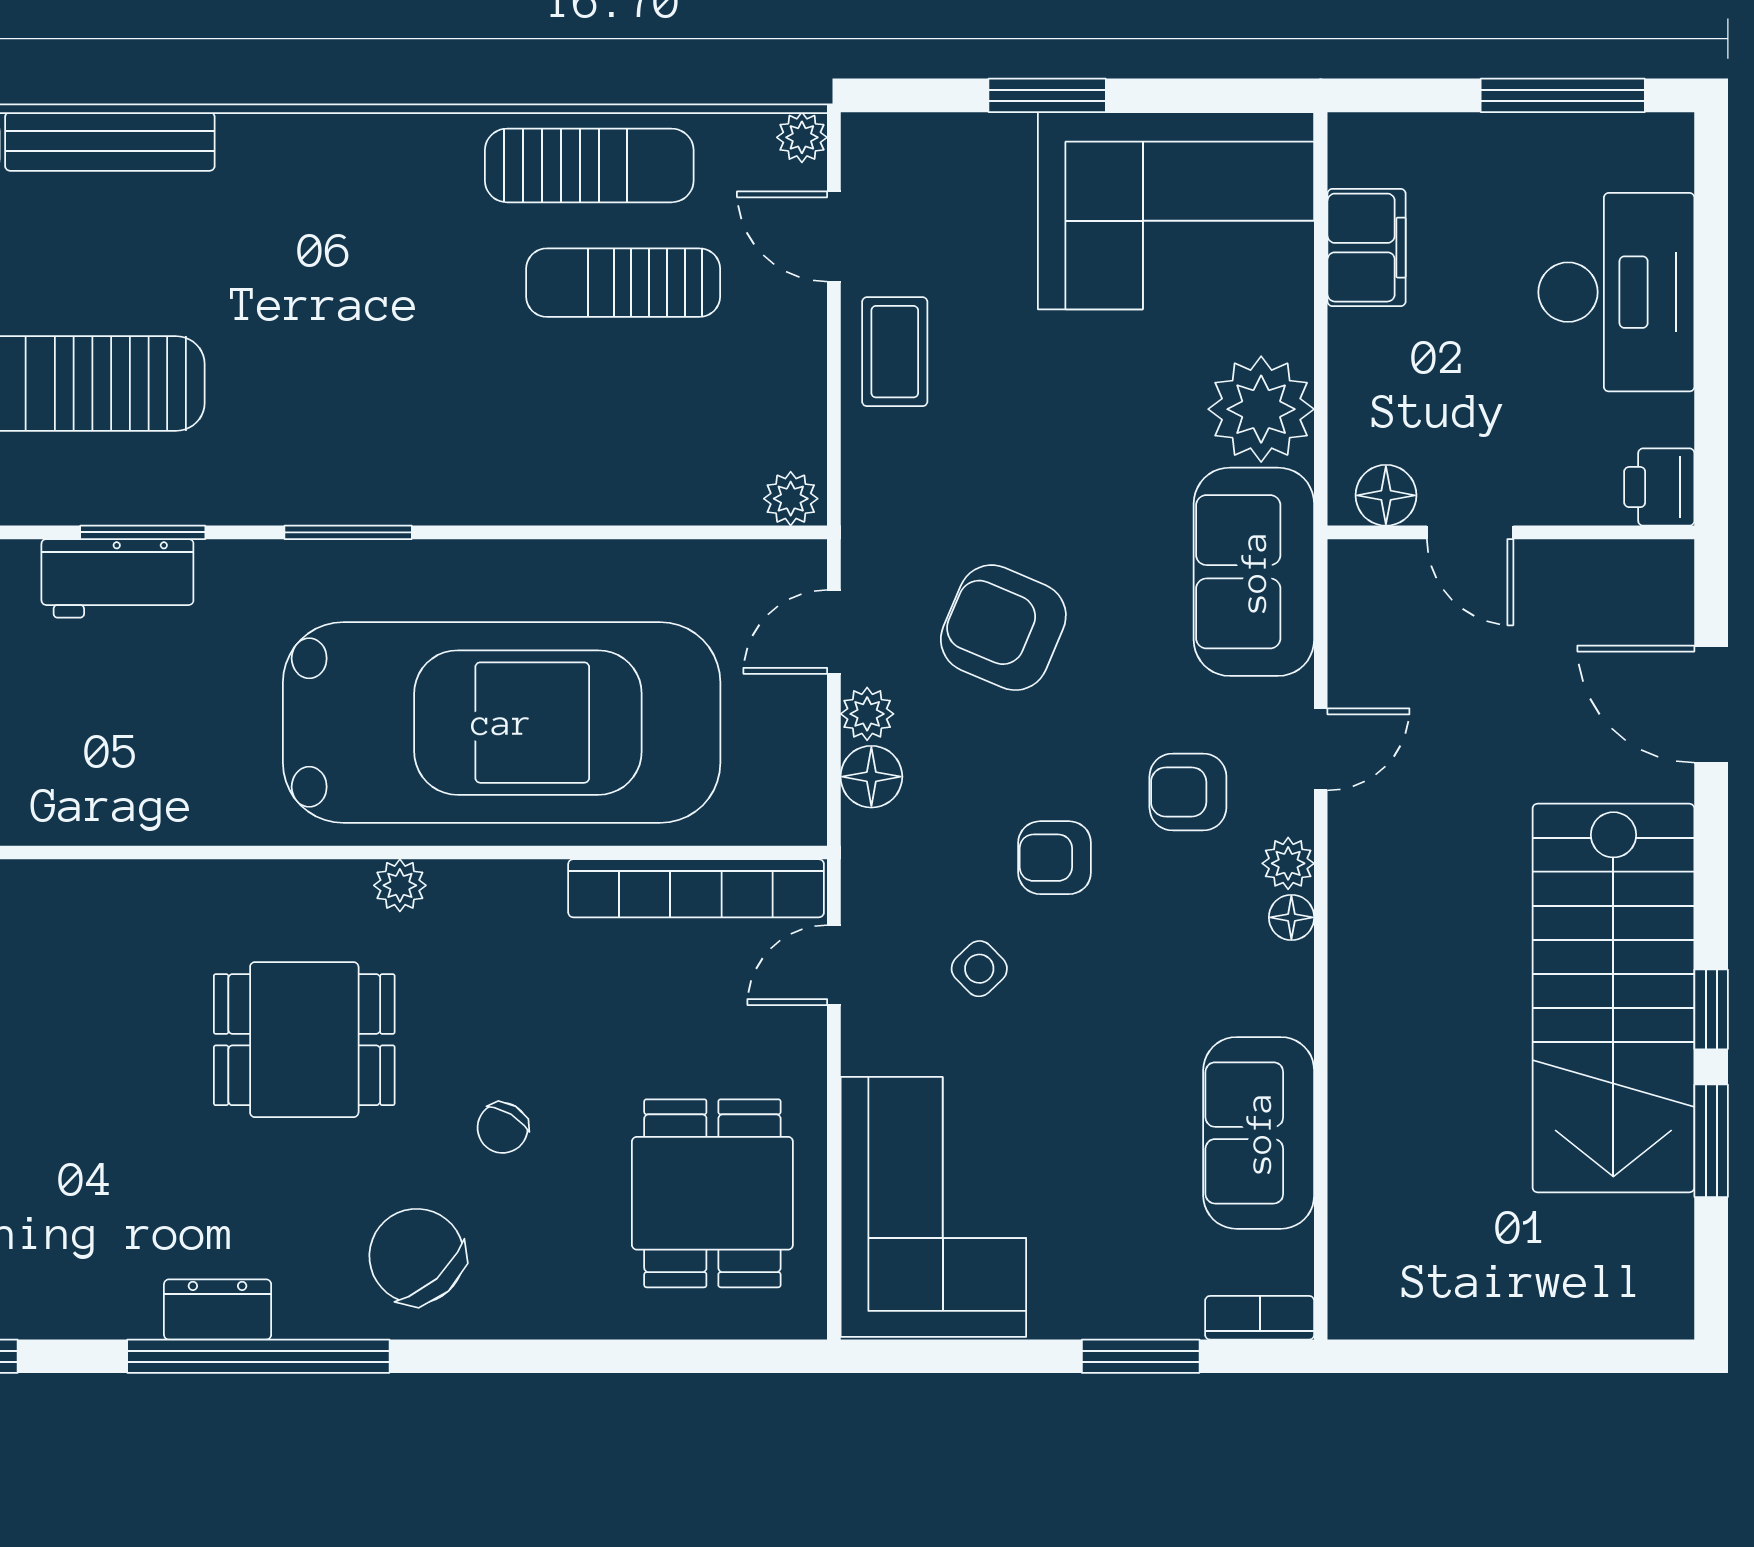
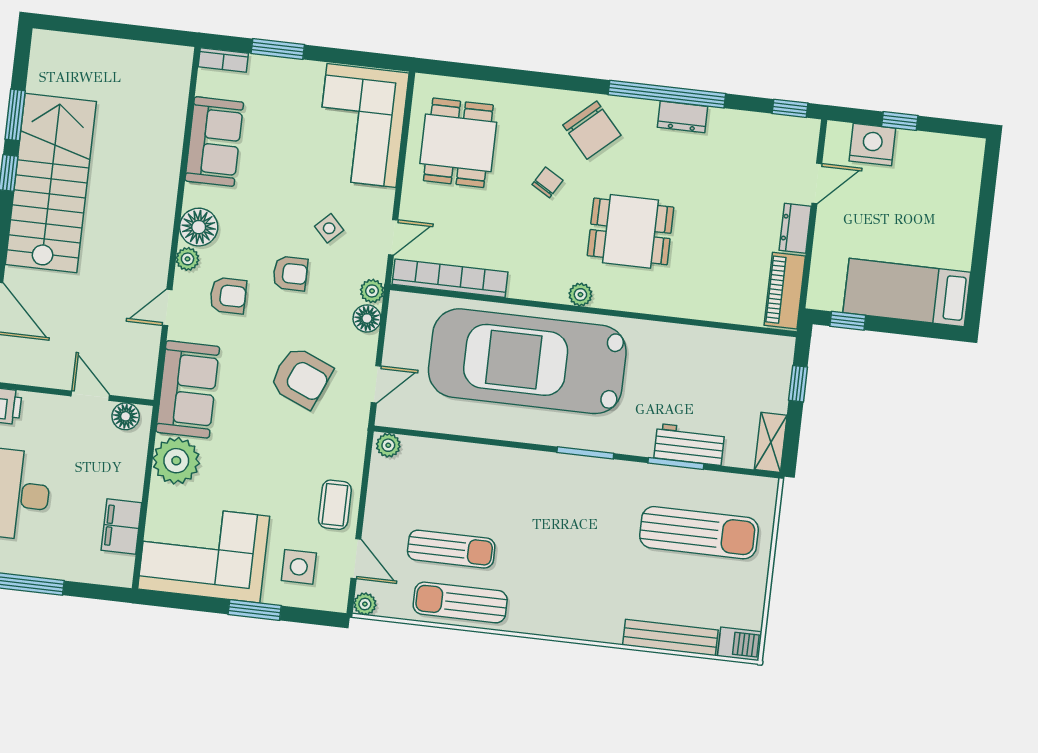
side table: (959, 203) -> (299, 567), added
plant: (867, 714) -> (372, 291), moved
floor lamp: (1291, 917) -> (199, 227), width x1.89, depth x1.89

